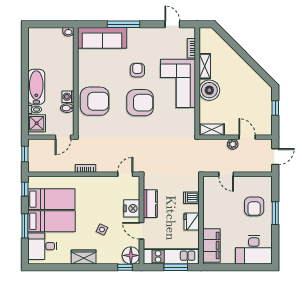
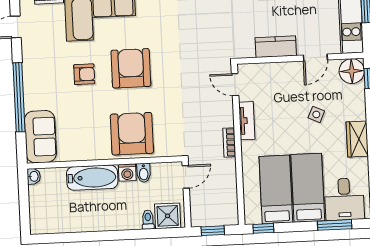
window: (124, 24) -> (19, 97), width x1.46
sofa: (102, 38) -> (40, 137), width x0.73
armchair: (137, 70) -> (84, 74), turned 180
bathtub: (36, 87) -> (92, 178), moved, turned 180
door: (63, 137) -> (186, 177), hinge flipped
tv unit: (100, 181) -> (247, 121), added
nightstand: (132, 208) -> (284, 73), removed
window: (25, 226) -> (335, 225), moved

